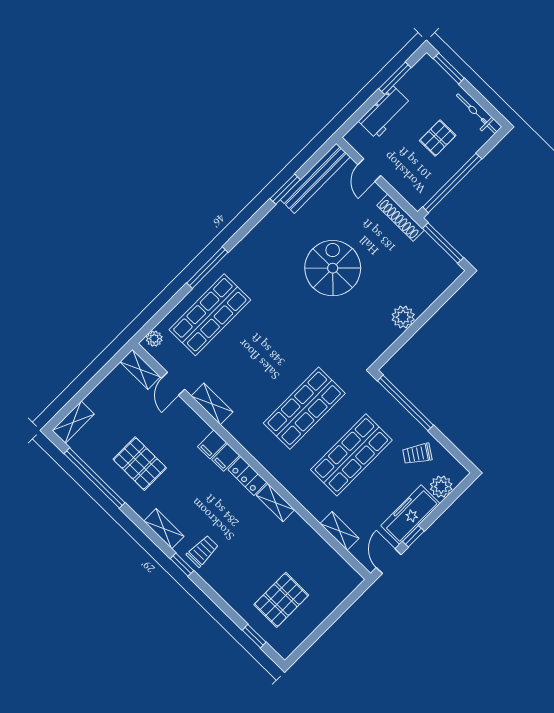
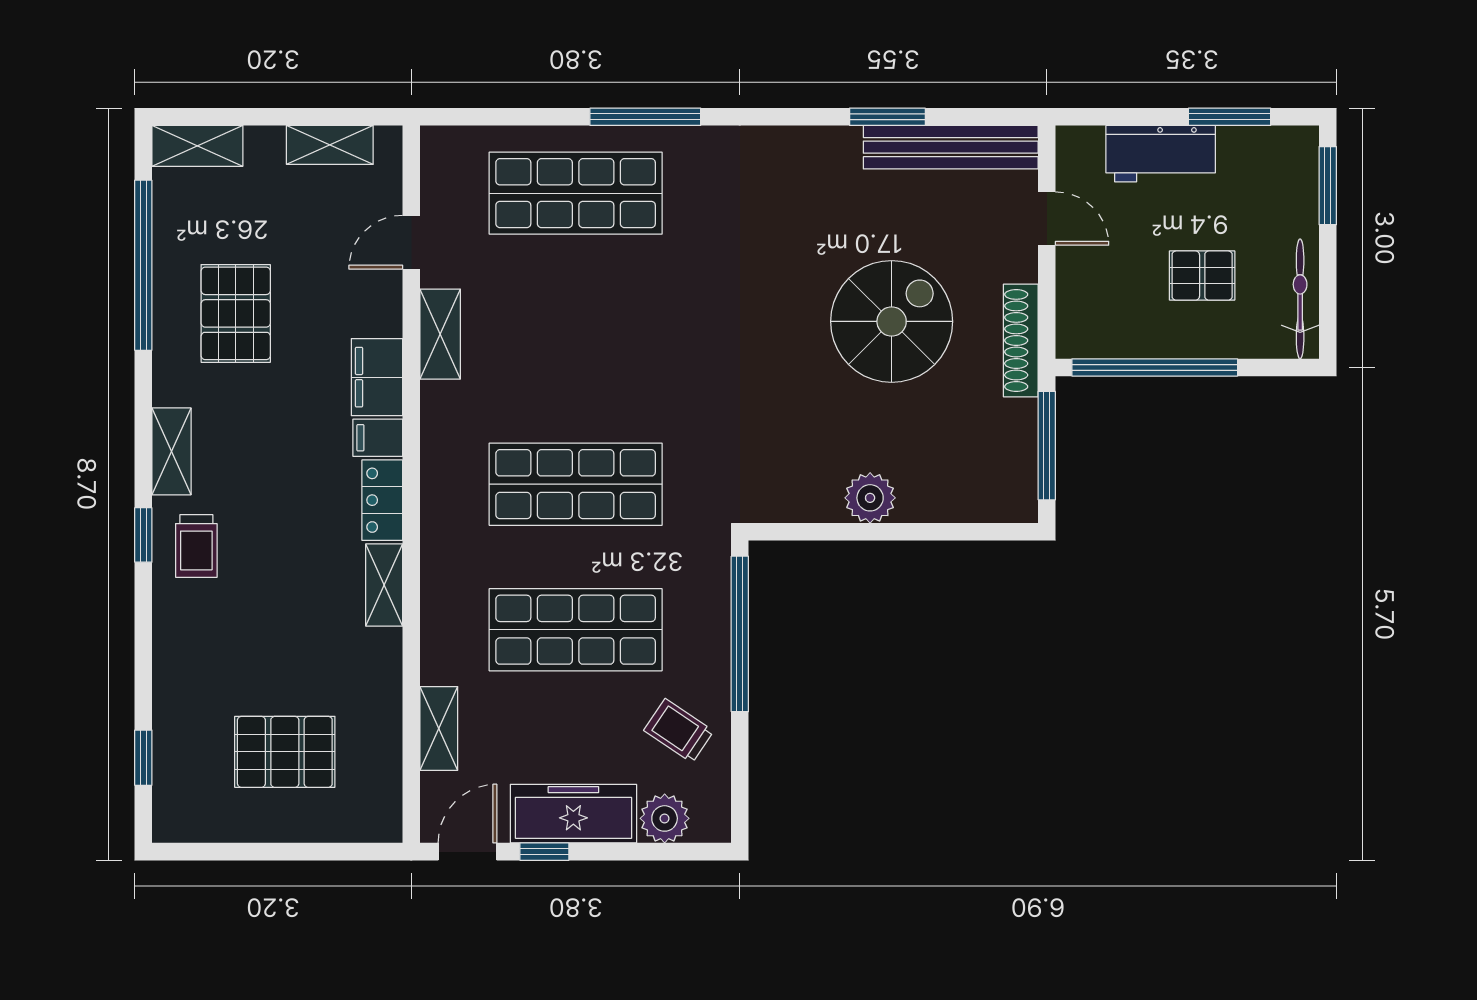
door: (369, 170) -> (1047, 219), swing flipped
spiral stairs: (333, 268) -> (892, 321), moved
plant: (154, 339) -> (453, 143), removed
shelving: (140, 369) -> (330, 145), moved, turned 90
filing cabinet: (212, 444) -> (377, 377), width x2.00
trolley: (203, 551) -> (196, 546), turned 90
pallet: (281, 600) -> (285, 752), moved

